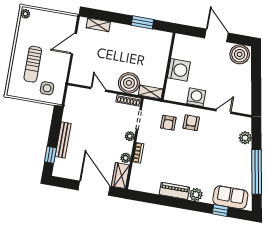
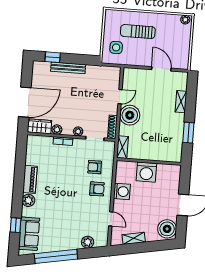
shelving: (98, 25) -> (181, 102), moved
boiler: (129, 83) -> (130, 115), moved
shelving: (246, 90) -> (134, 238), added

